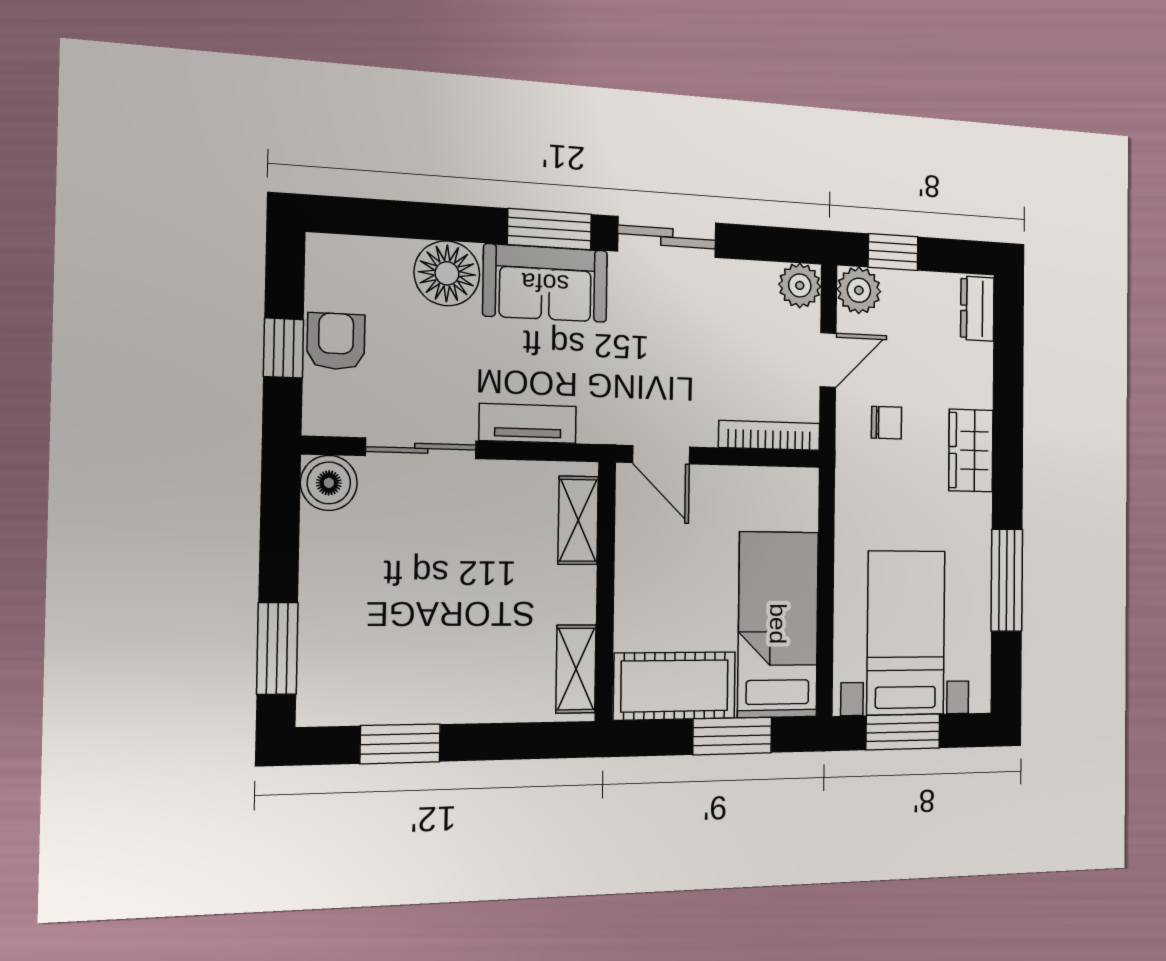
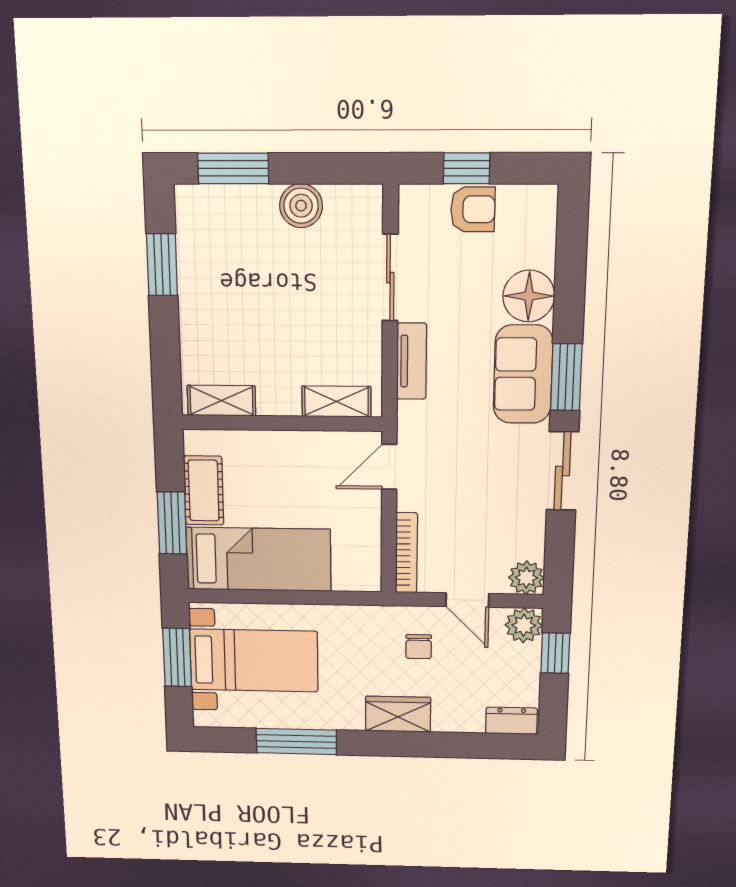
boiler: (329, 483) -> (301, 206), moved
cot: (675, 686) -> (204, 491), width x0.73, depth x0.75

